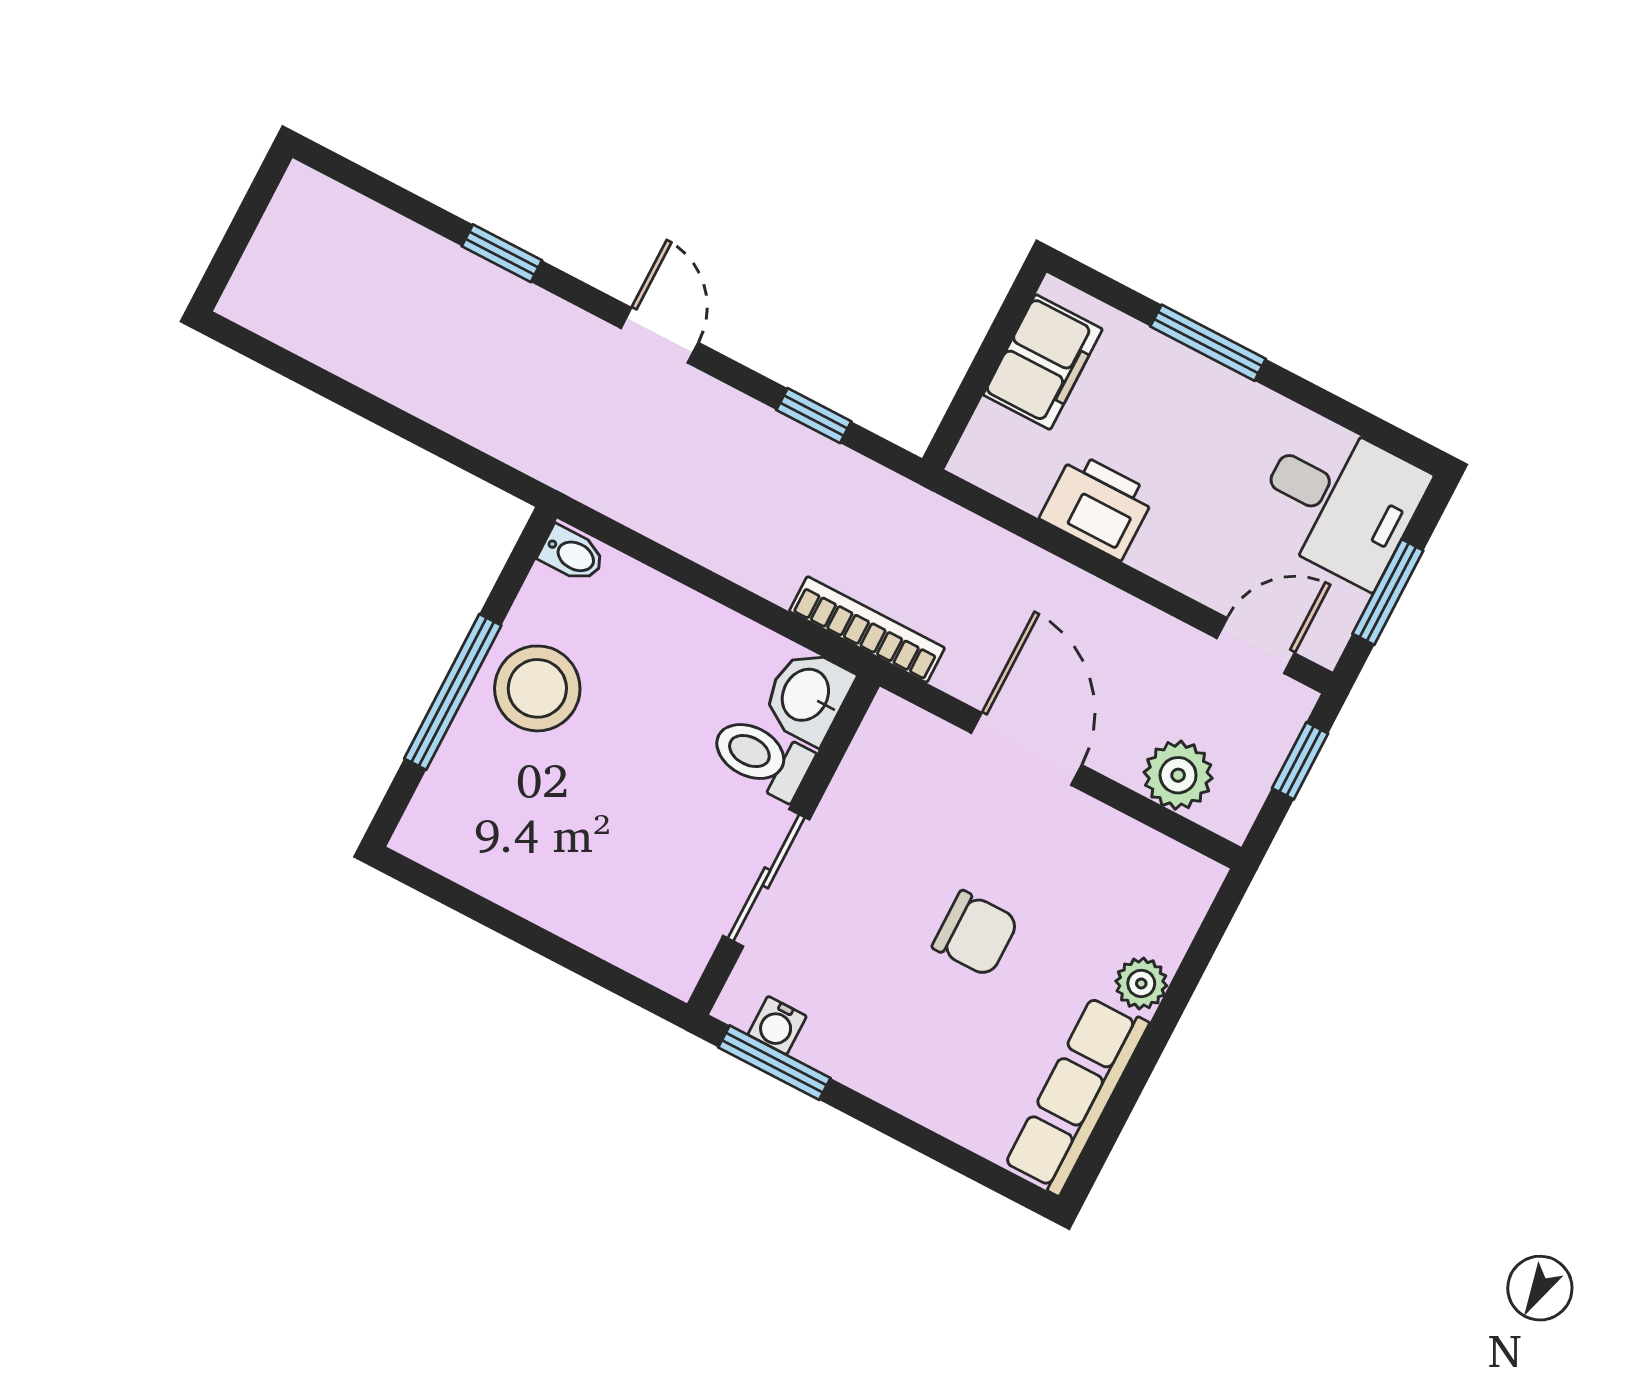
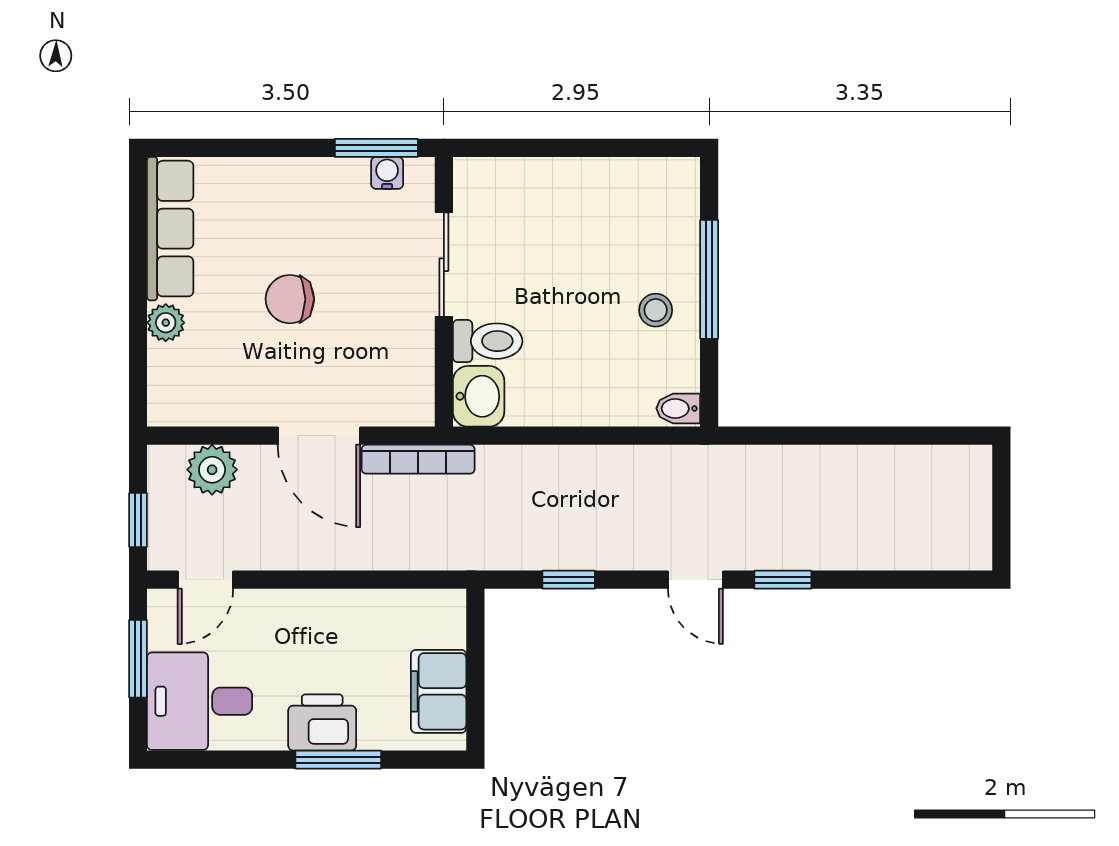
window: (502, 253) -> (783, 580), moved
printer: (1098, 506) -> (322, 722), moved, turned 180
bookcase: (867, 629) -> (418, 459), moved
stool: (537, 688) -> (656, 310), width x0.53, depth x0.53

